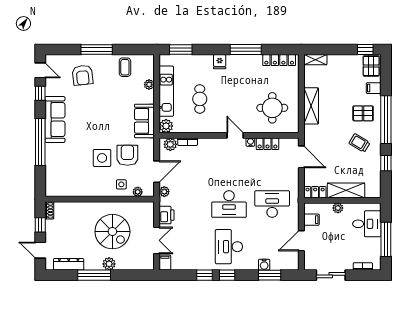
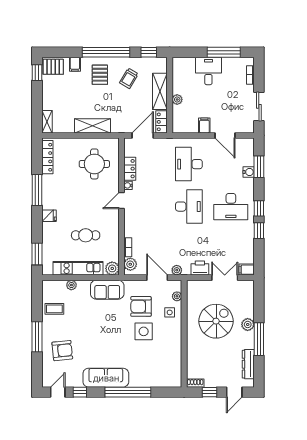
shelving: (346, 190) -> (160, 91), moved
locker: (315, 192) -> (162, 122), moved
wall: (342, 200) -> (170, 95), moved
plant: (338, 208) -> (177, 99), moved

